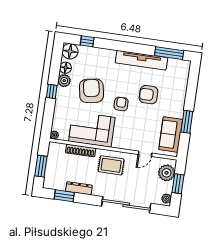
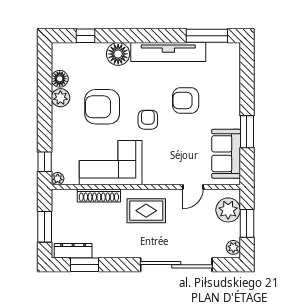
floor lamp: (70, 51) -> (118, 54), moved
window: (52, 91) -> (45, 162), moved
armchair: (91, 91) -> (102, 107), turned -80
dresser: (79, 188) -> (73, 251), moved

